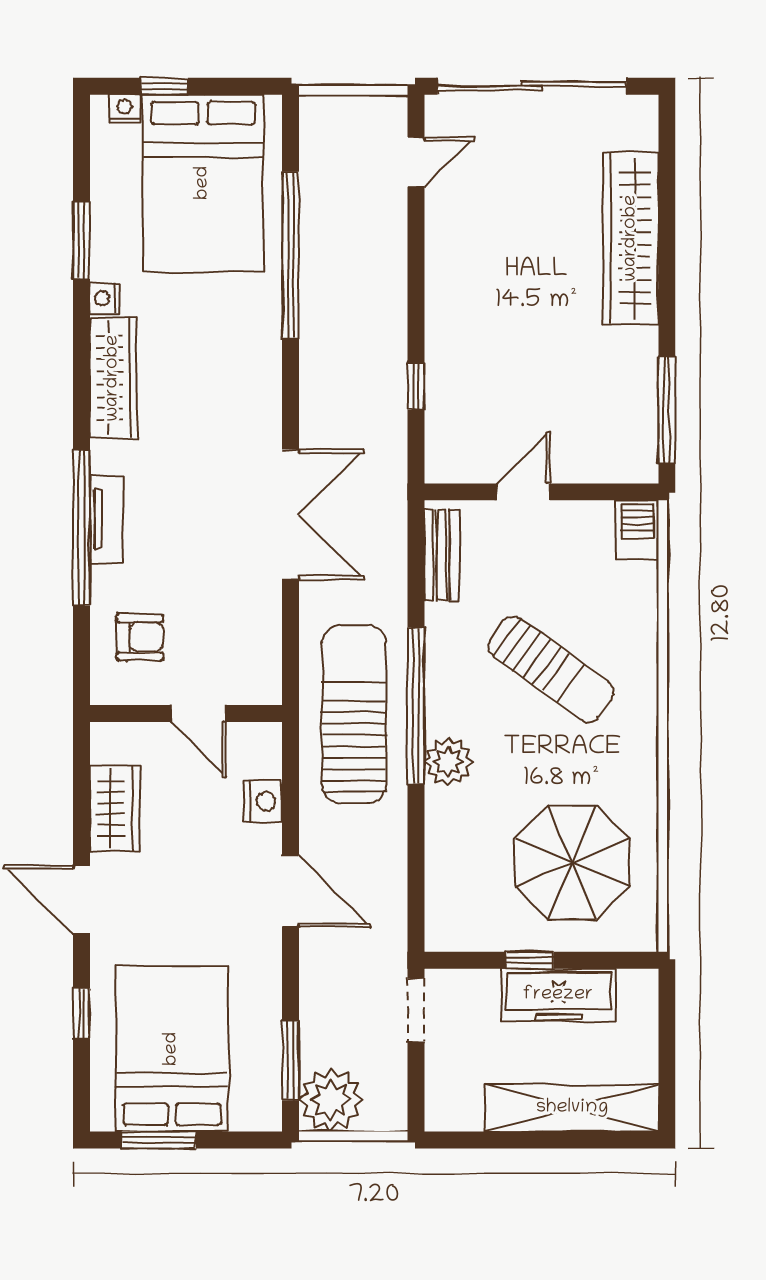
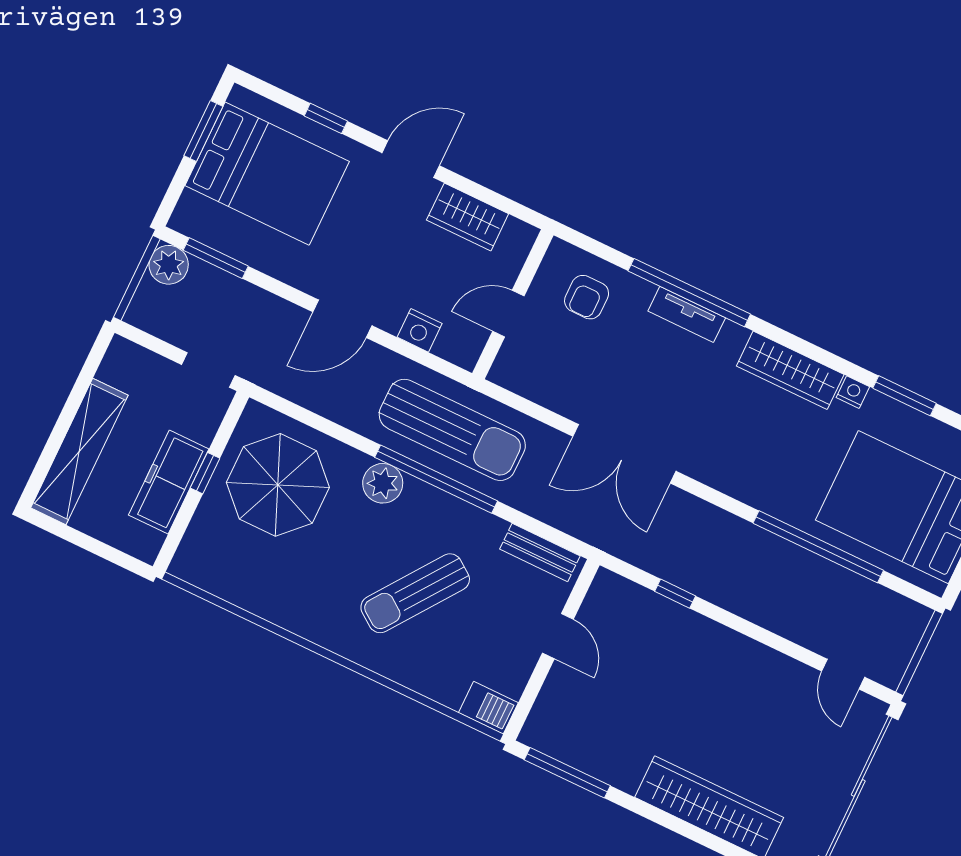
parasol: (572, 862) -> (278, 485), moved
plant: (331, 1100) -> (169, 265), width x0.73, depth x0.73

